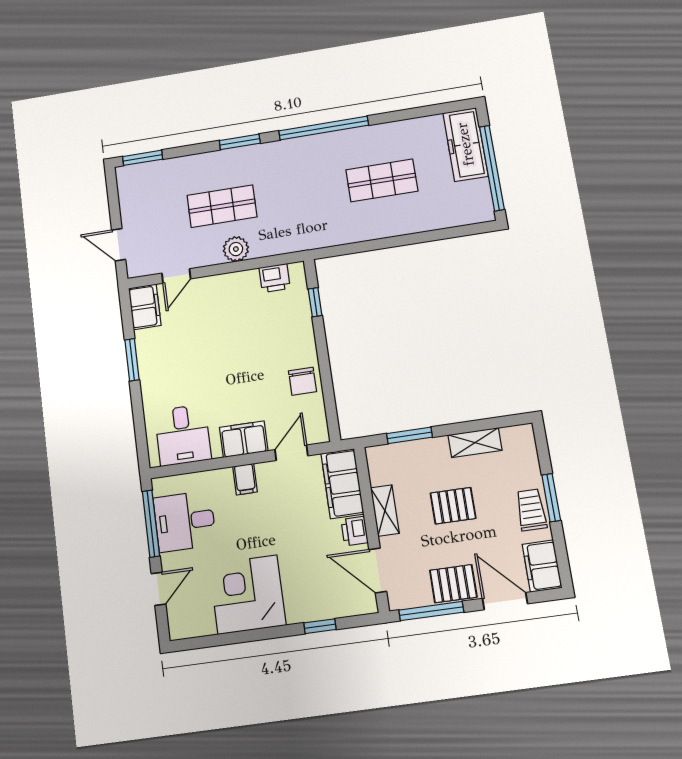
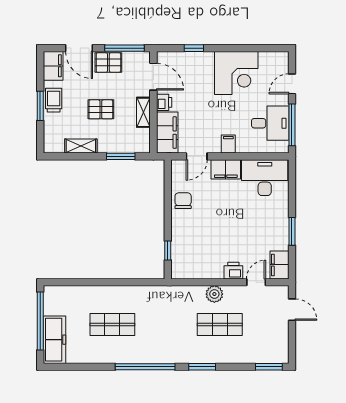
printer: (275, 278) -> (233, 271), moved
desk: (183, 435) -> (265, 178), width x1.37
trolley: (531, 510) -> (54, 100), turned 180

